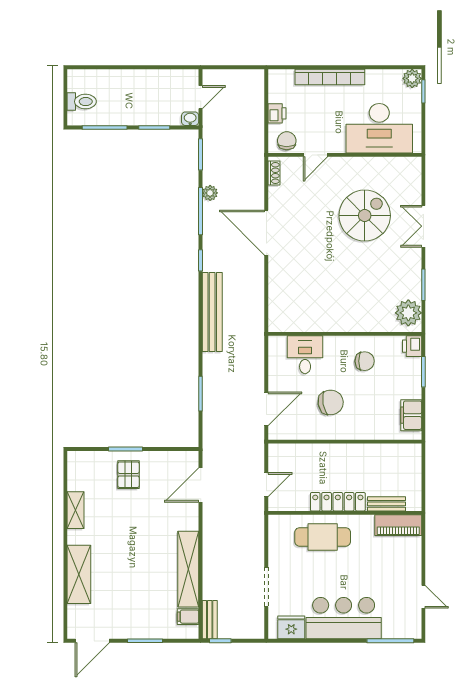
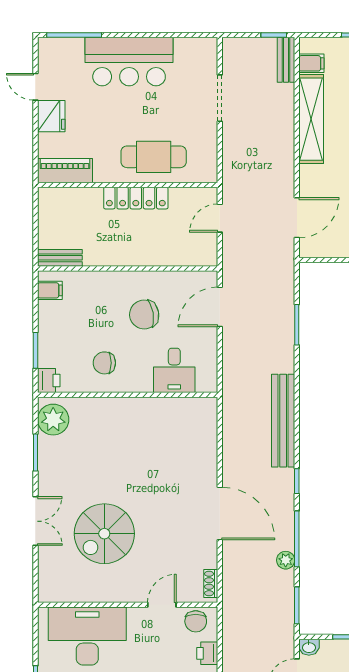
filing cabinet: (411, 415) -> (50, 290), width x0.50
bench: (386, 504) -> (60, 258), moved
fridge: (291, 627) -> (51, 116), moved, turned -90

